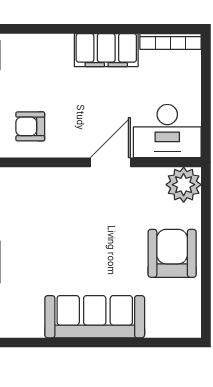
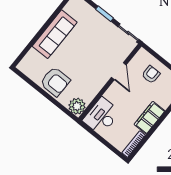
armchair: (30, 126) -> (151, 74), moved
door: (110, 162) -> (119, 71), moved

